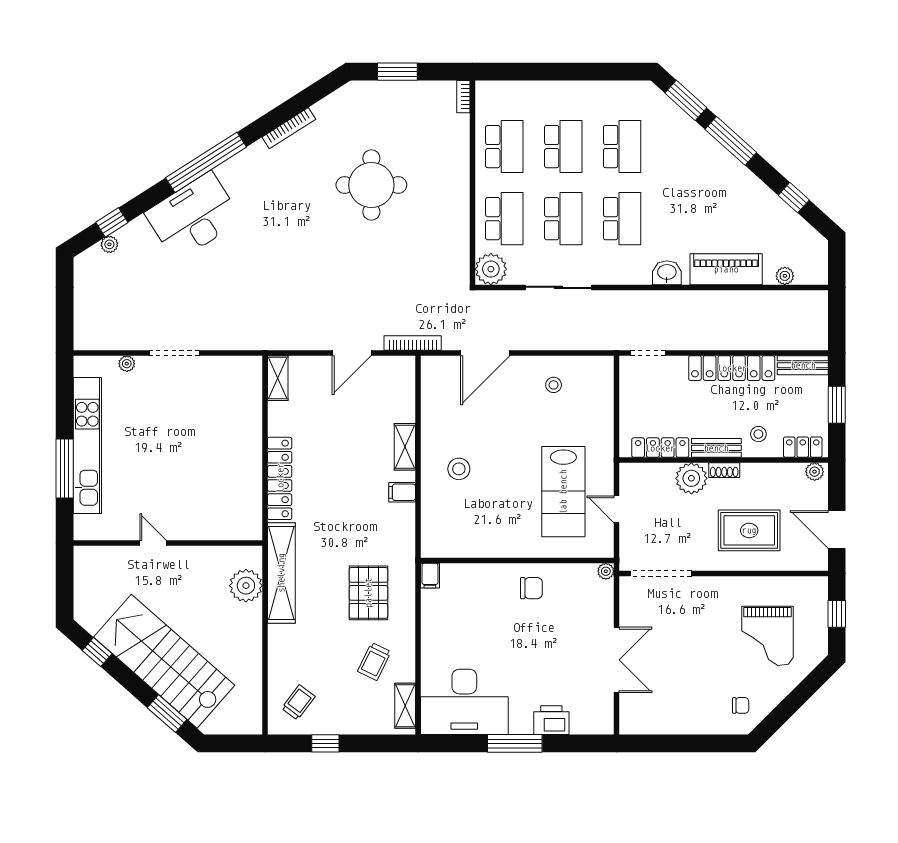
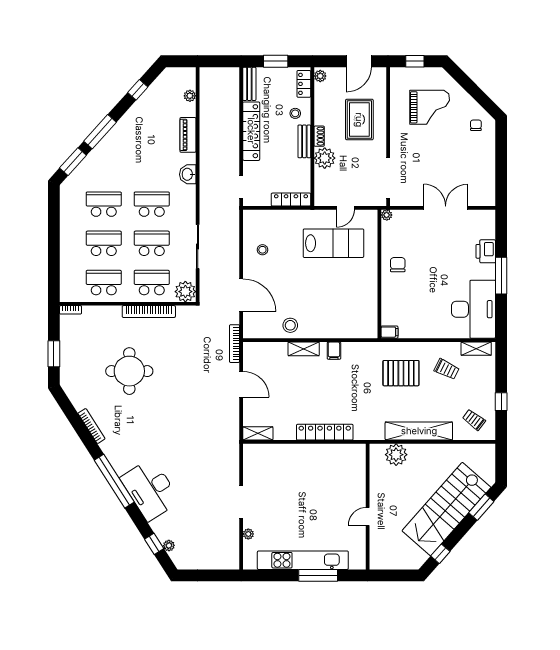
bookcase: (461, 214) -> (149, 312), added
piano: (726, 269) -> (188, 135), width x0.73, depth x0.75
locker: (660, 448) -> (291, 200), moved, turned 90
stool: (459, 469) -> (290, 325), moved
shelving: (281, 573) -> (419, 431), moved

